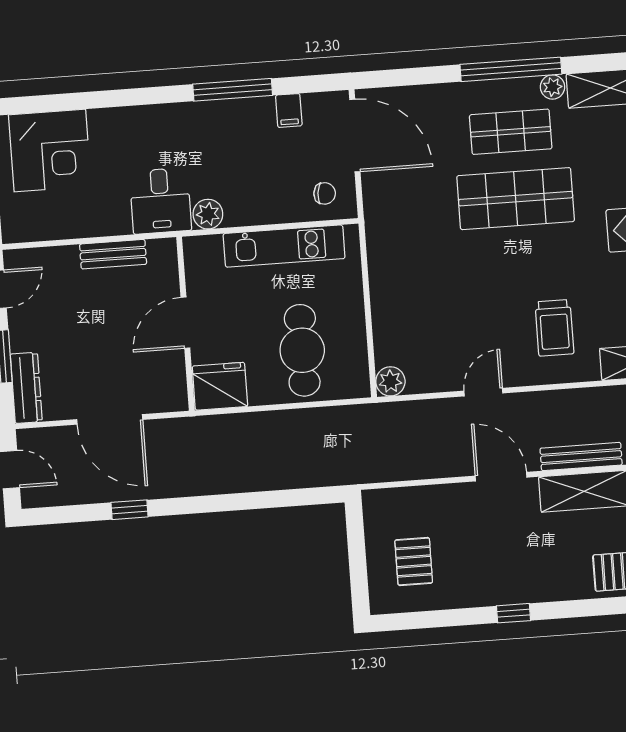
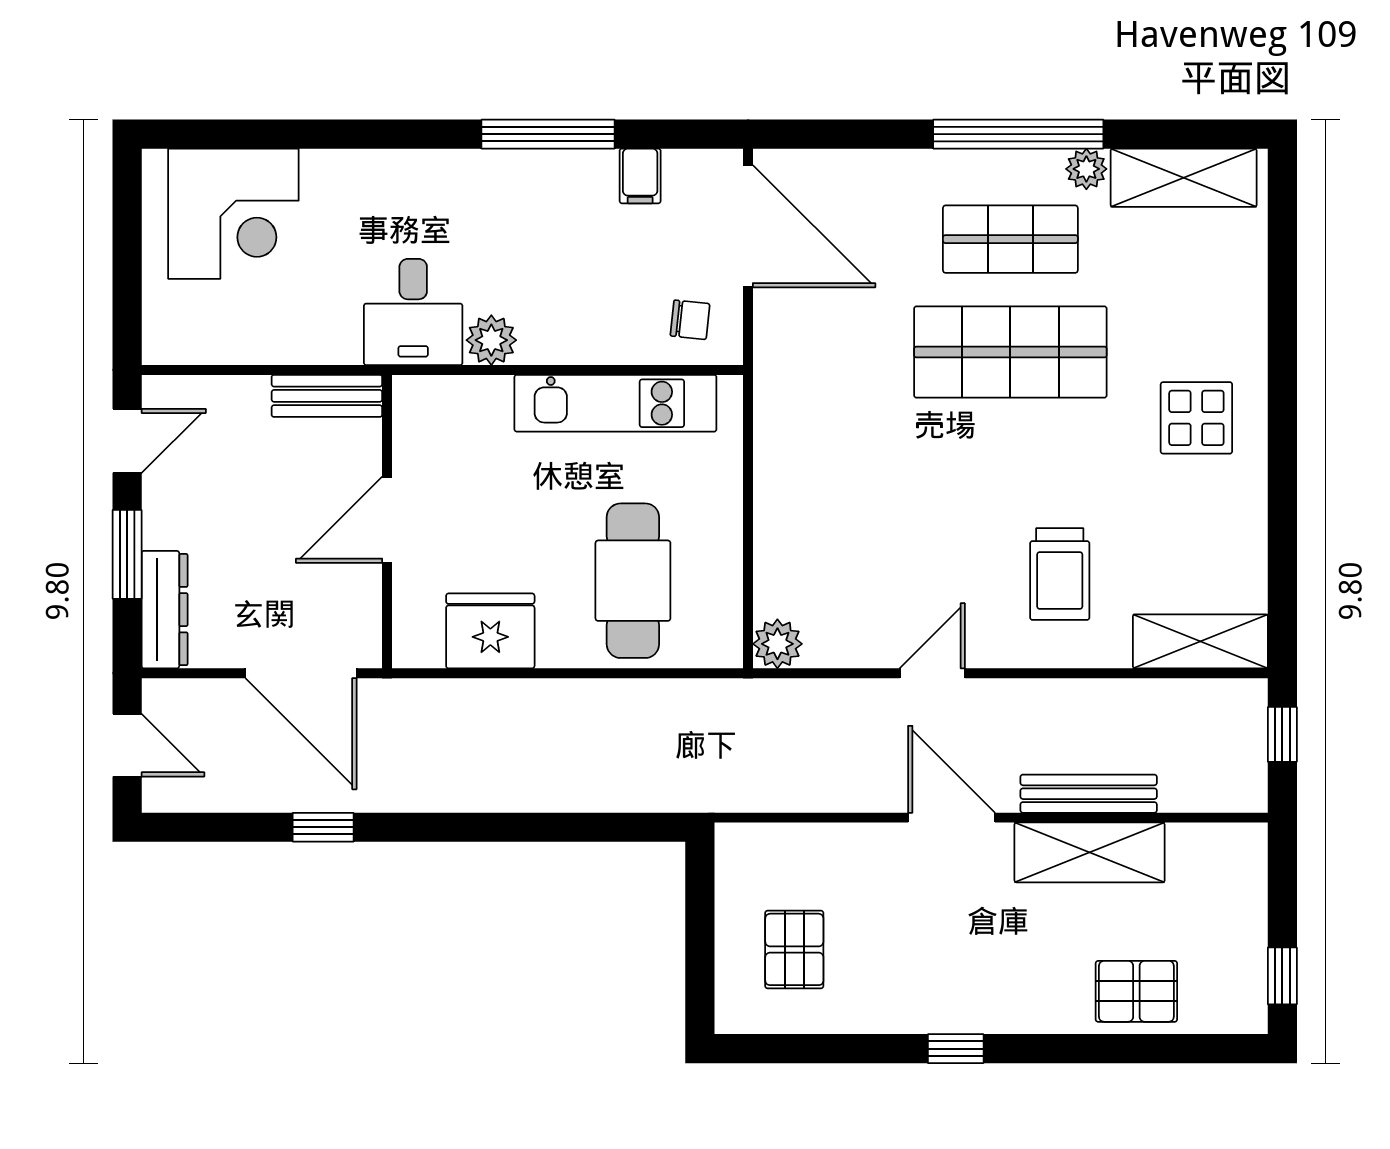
door: (185, 323) -> (387, 520), moved
wall: (185, 324) -> (387, 522), moved

